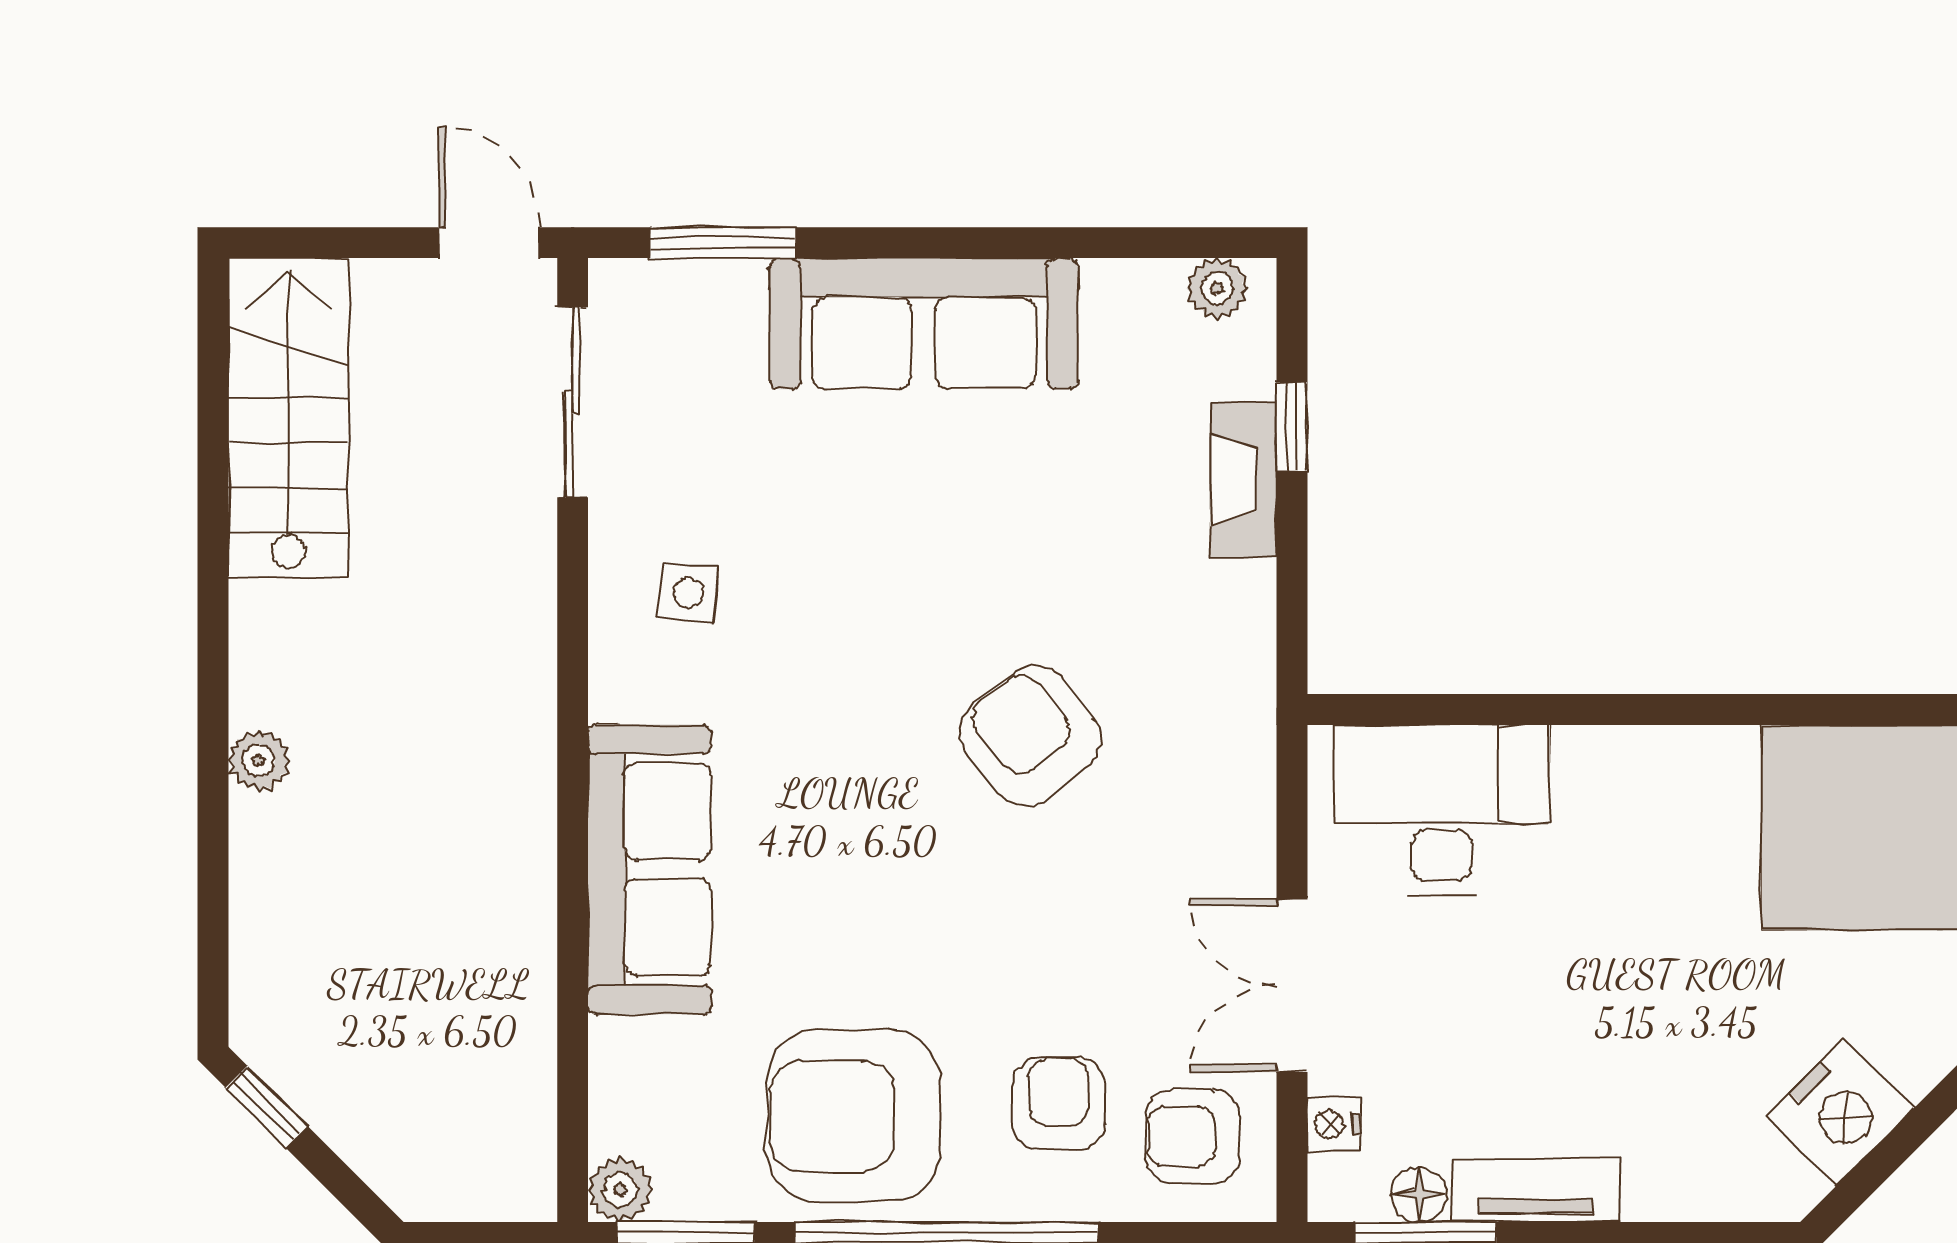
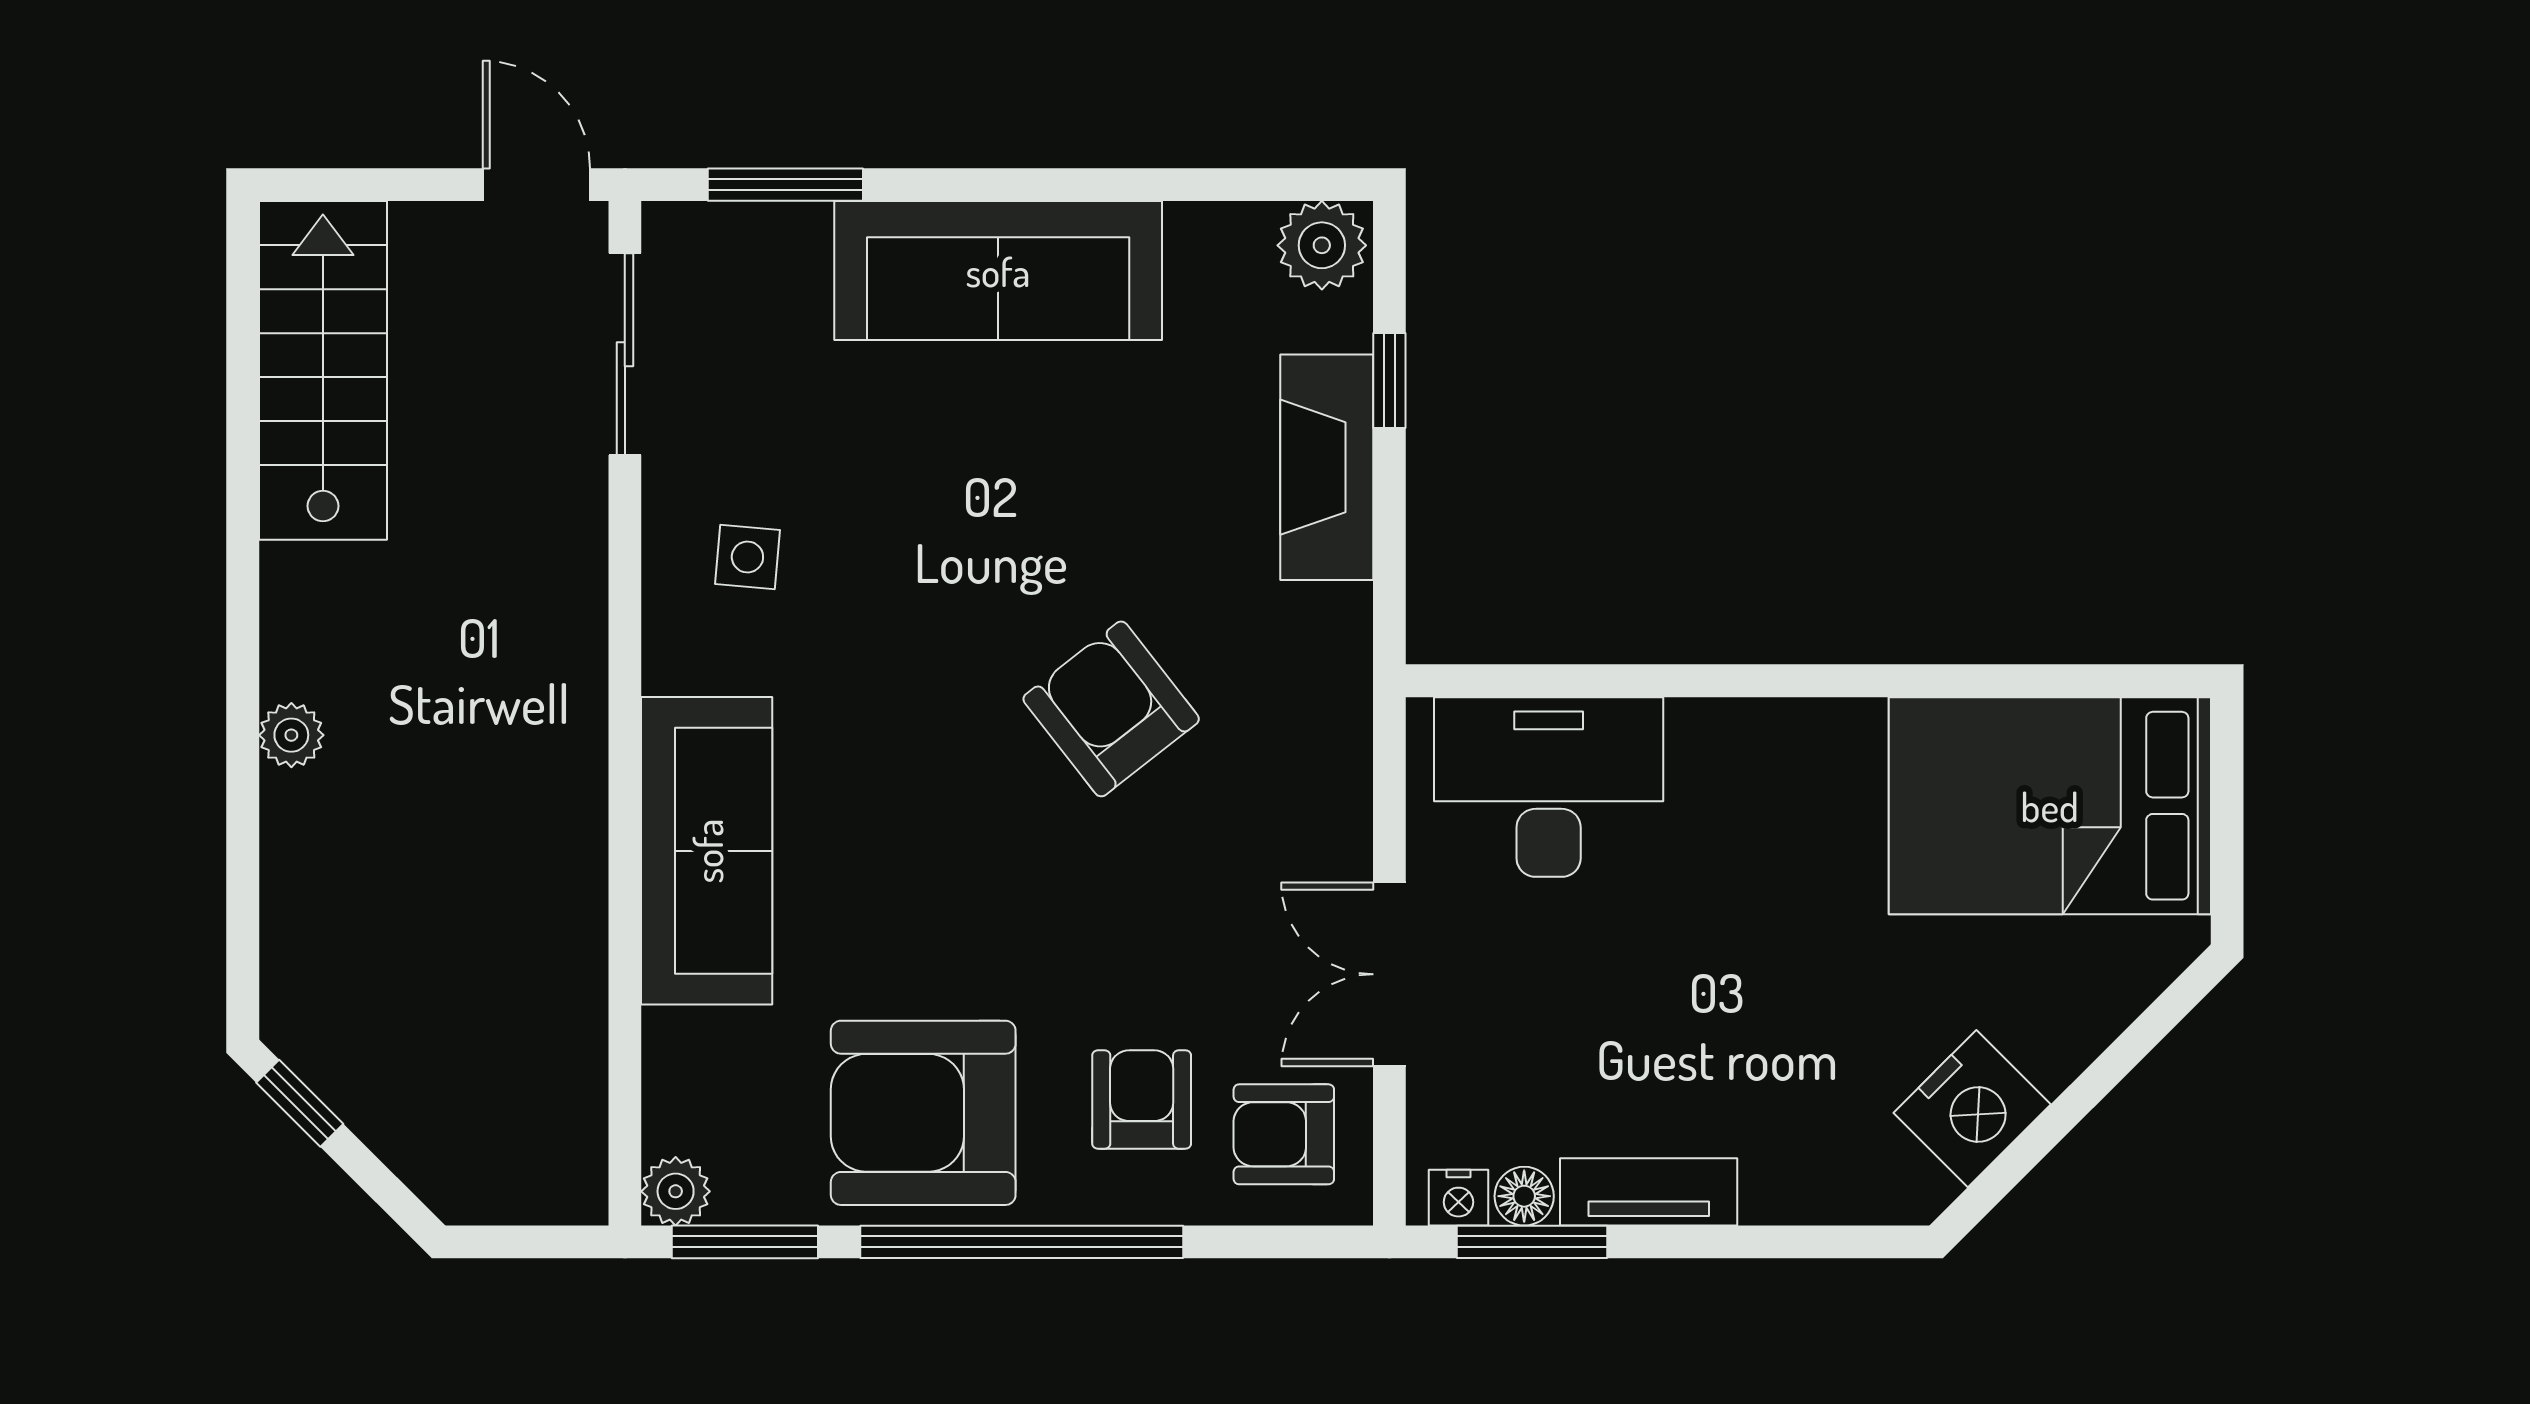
plant: (1217, 288) -> (1322, 245), width x1.38, depth x1.38
fireplace: (1244, 480) -> (1327, 467), width x1.37, depth x1.32
nightstand: (1334, 1124) -> (1458, 1198), moved, turned -90

